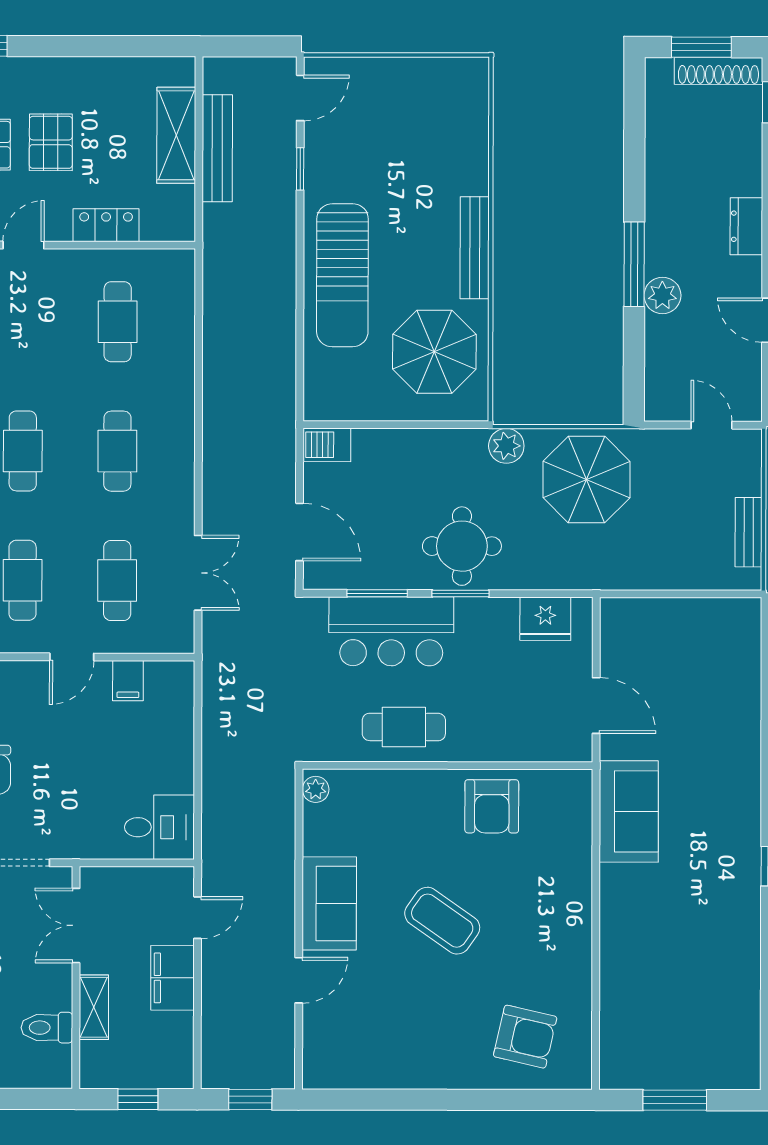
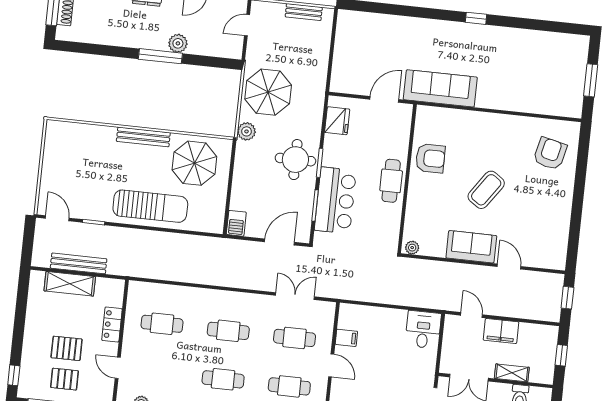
cafe table: (404, 727) -> (391, 181), moved
sofa: (629, 811) -> (440, 88), width x1.36

